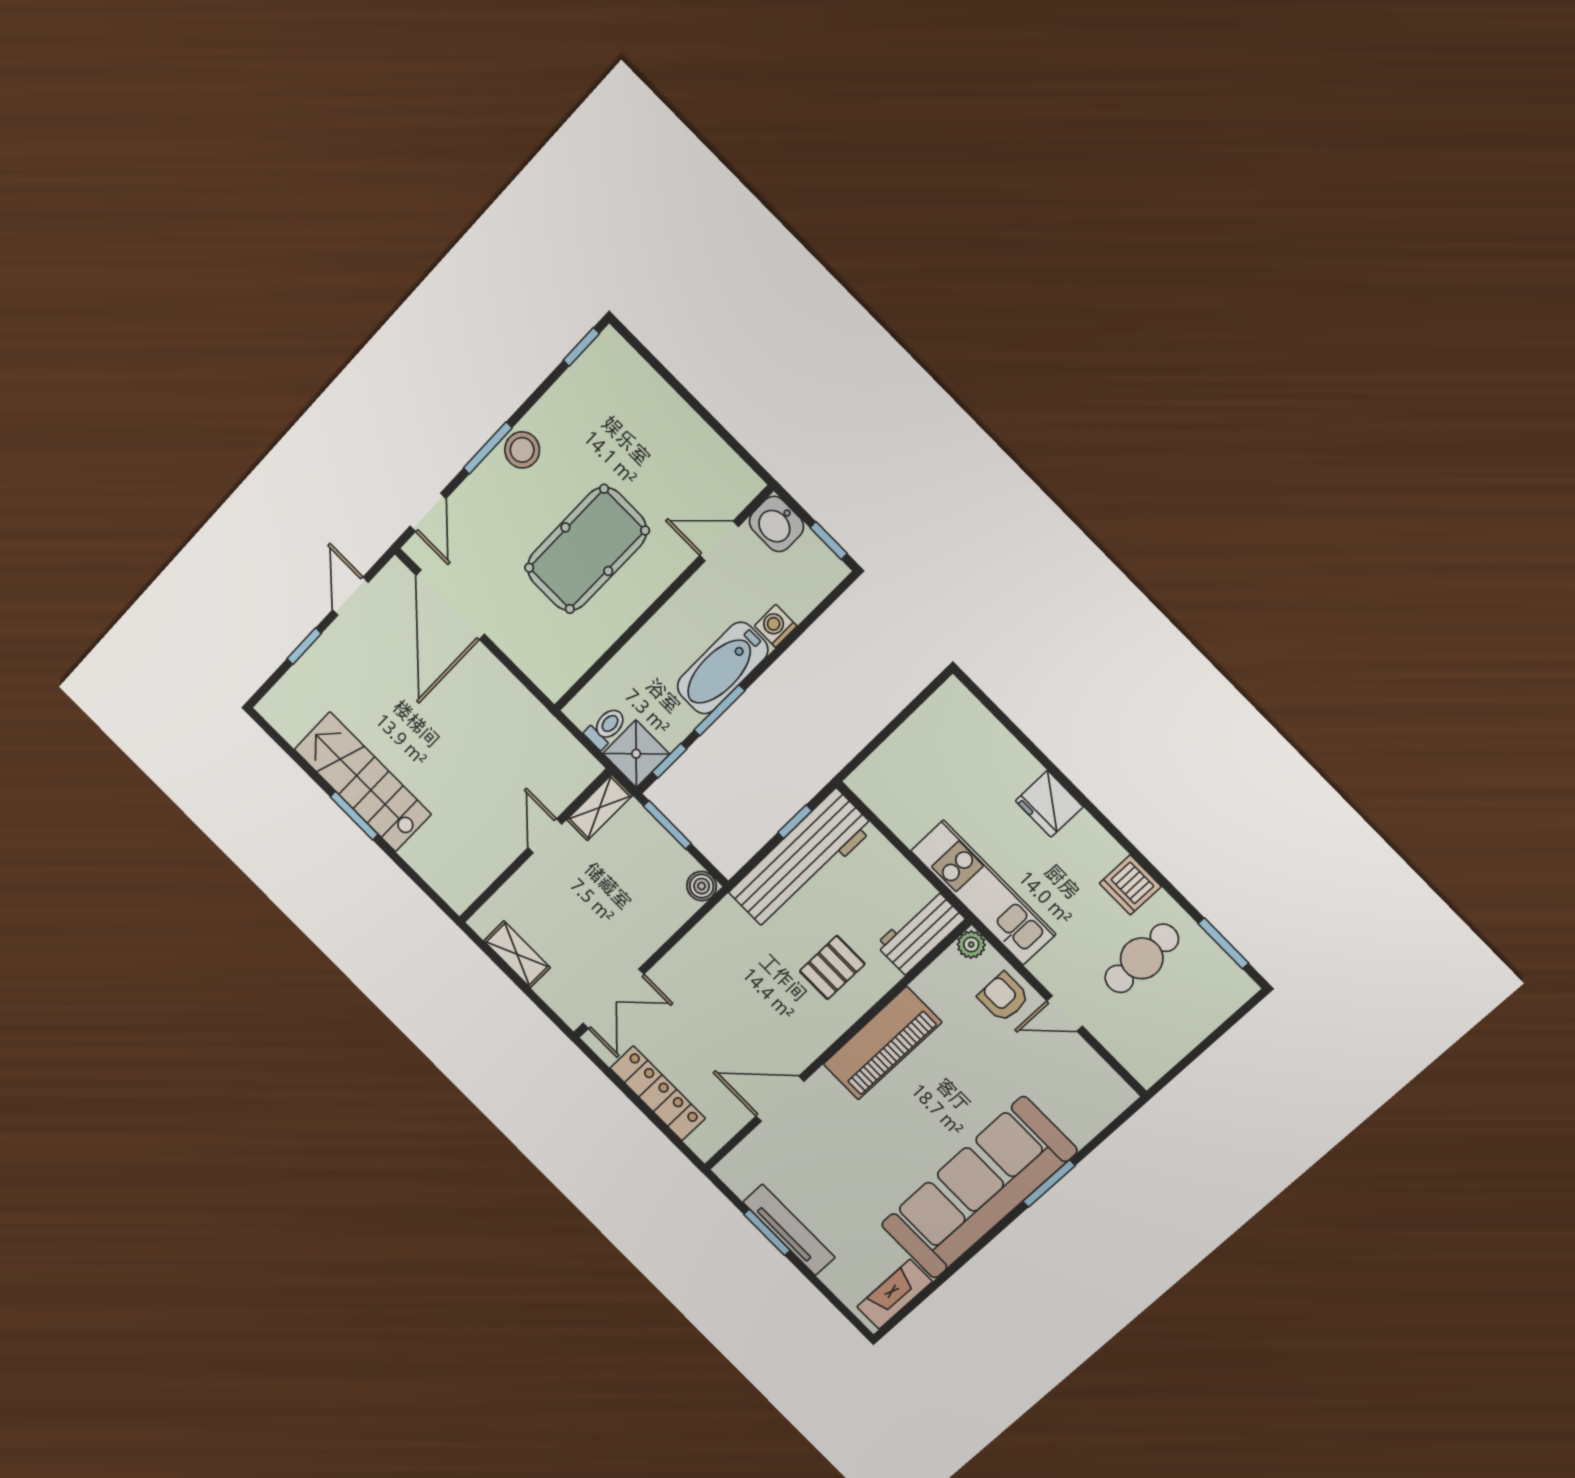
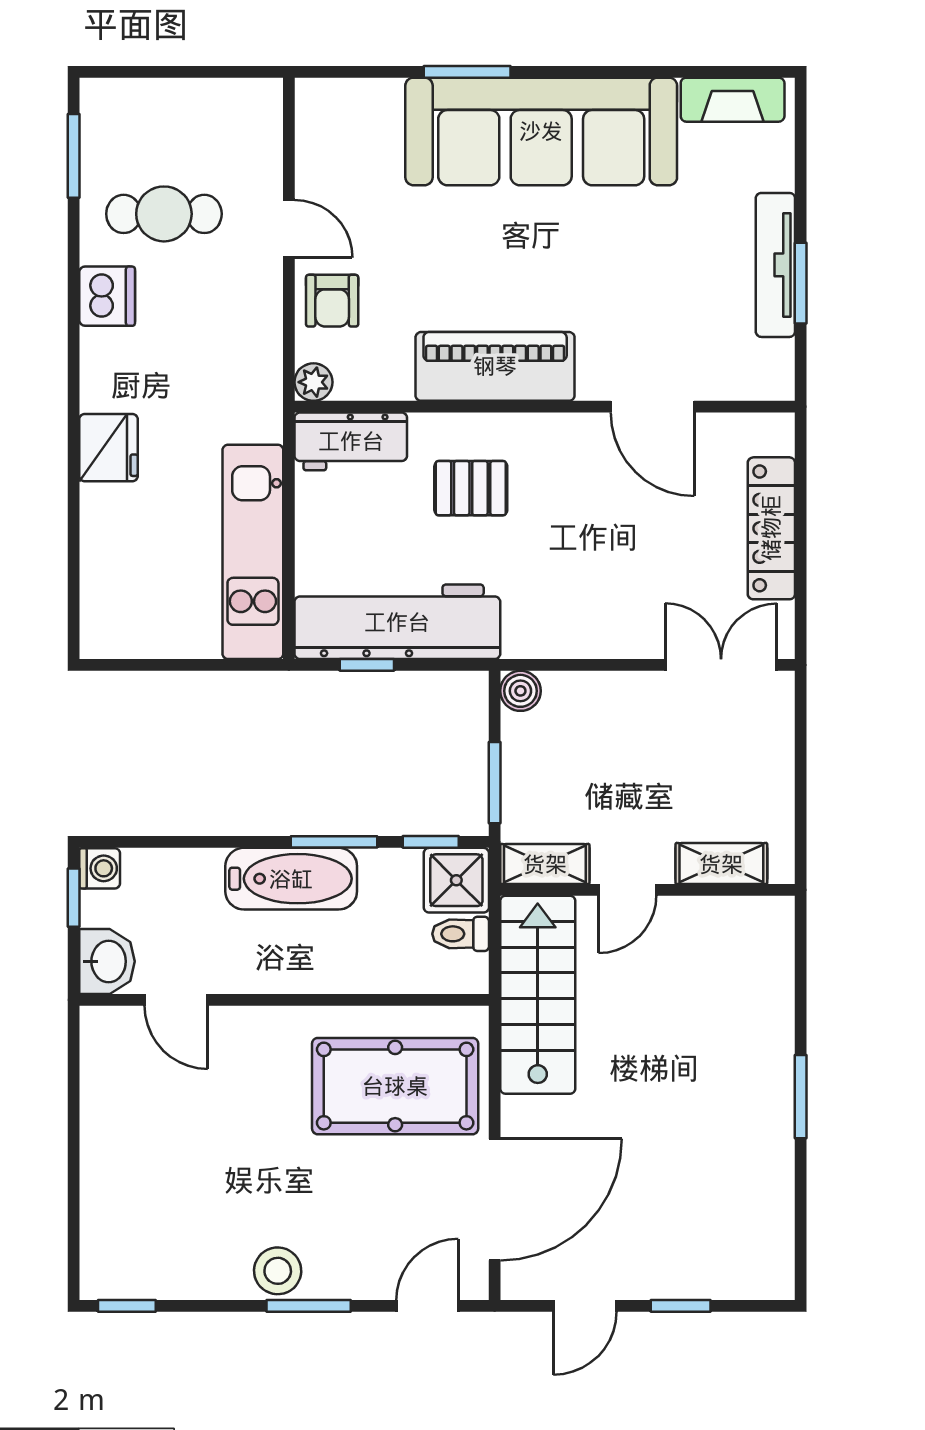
pool table: (587, 549) -> (395, 1086), moved
washing machine: (776, 626) -> (100, 868), moved, turned -90
stairs: (363, 782) -> (538, 995), moved, turned 180
kitchen unit: (983, 893) -> (253, 552), moved
shelving: (517, 954) -> (721, 864), moved, turned 90

